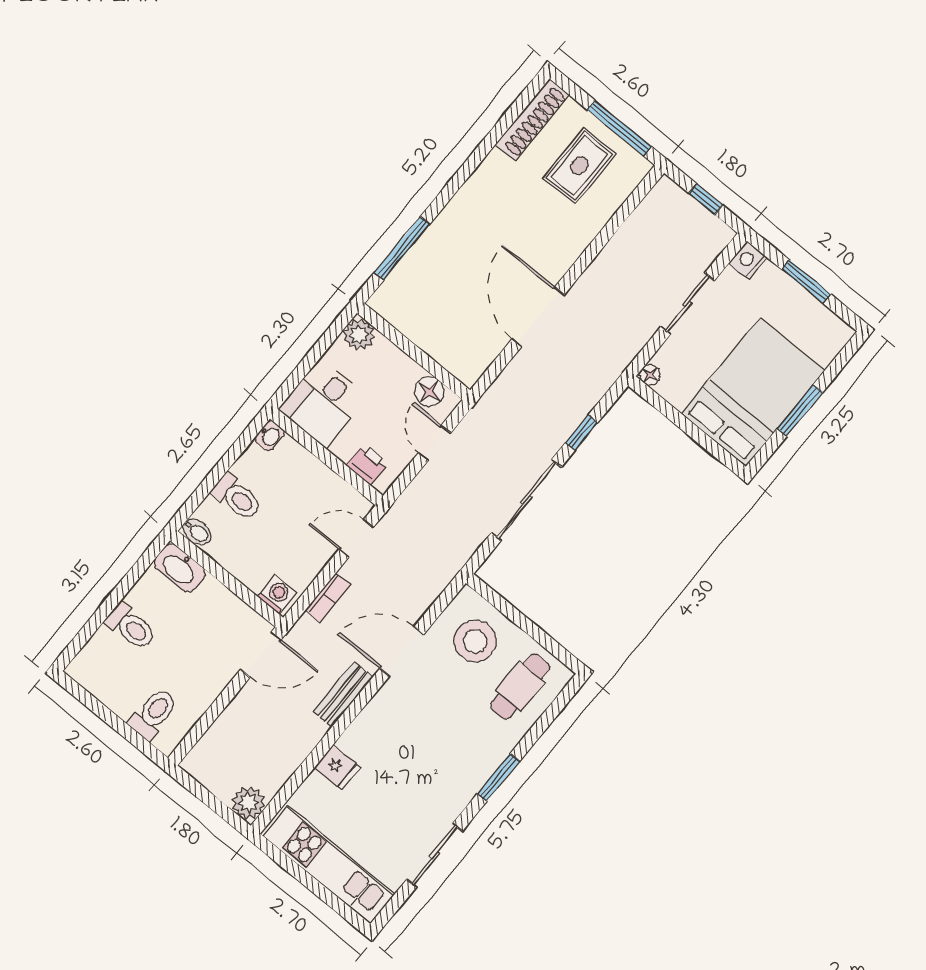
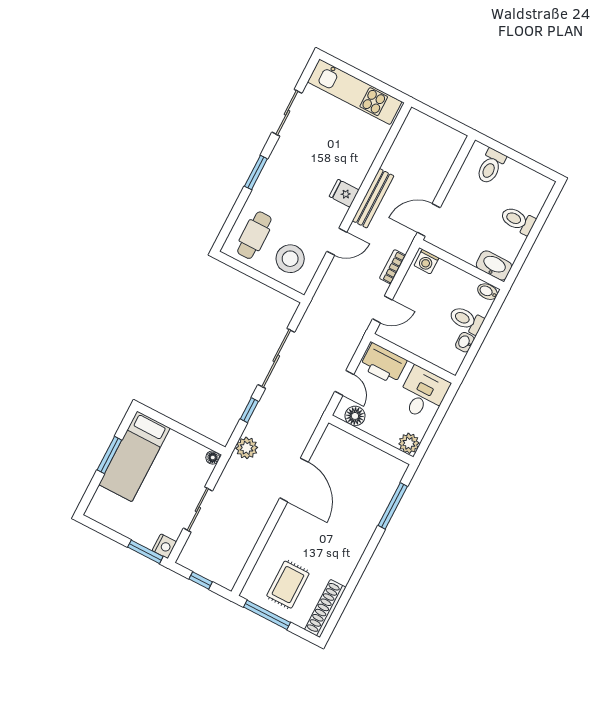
window: (806, 282) -> (145, 552), moved
bed: (753, 392) -> (134, 456), width x0.67
washbasin: (270, 436) -> (465, 342), moved
printer: (367, 464) -> (383, 364), width x1.87, depth x1.48
door: (402, 651) -> (337, 242), width x0.73
bench: (343, 694) -> (373, 198), width x1.36
fridge: (337, 767) -> (344, 193), moved
plant: (249, 803) -> (247, 448), moved

